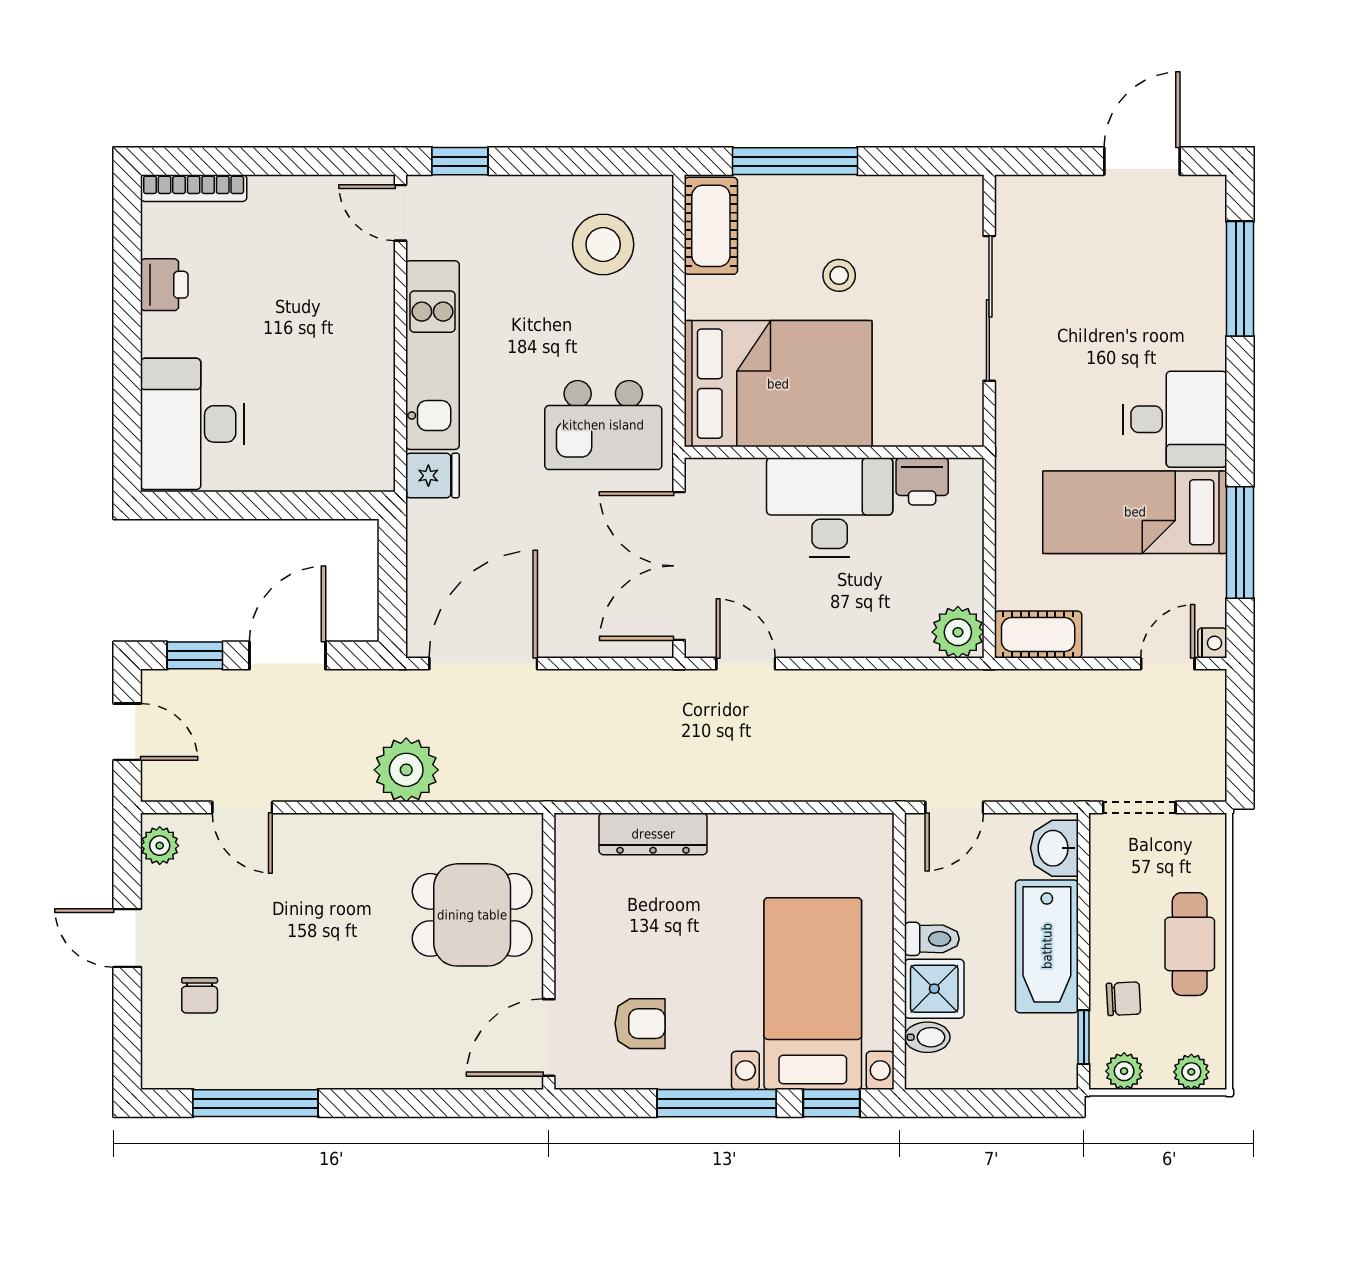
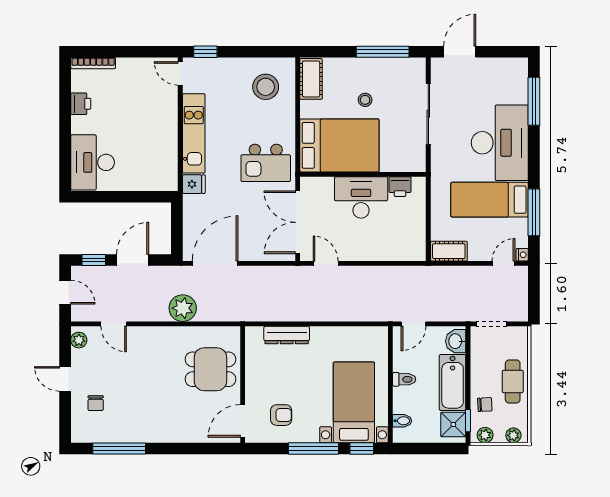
window: (795, 161) -> (383, 52), moved
door: (1142, 161) -> (460, 52), moved
desk: (1175, 419) -> (500, 143), width x1.87, depth x1.30
plant: (958, 632) -> (415, 250), removed
shower: (934, 989) -> (453, 424), moved

